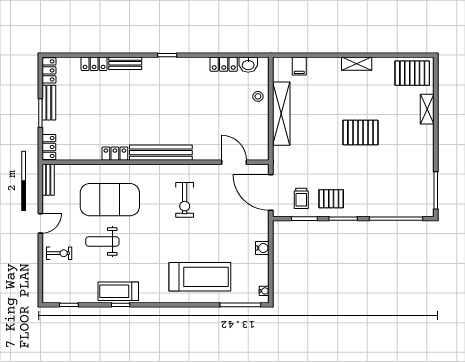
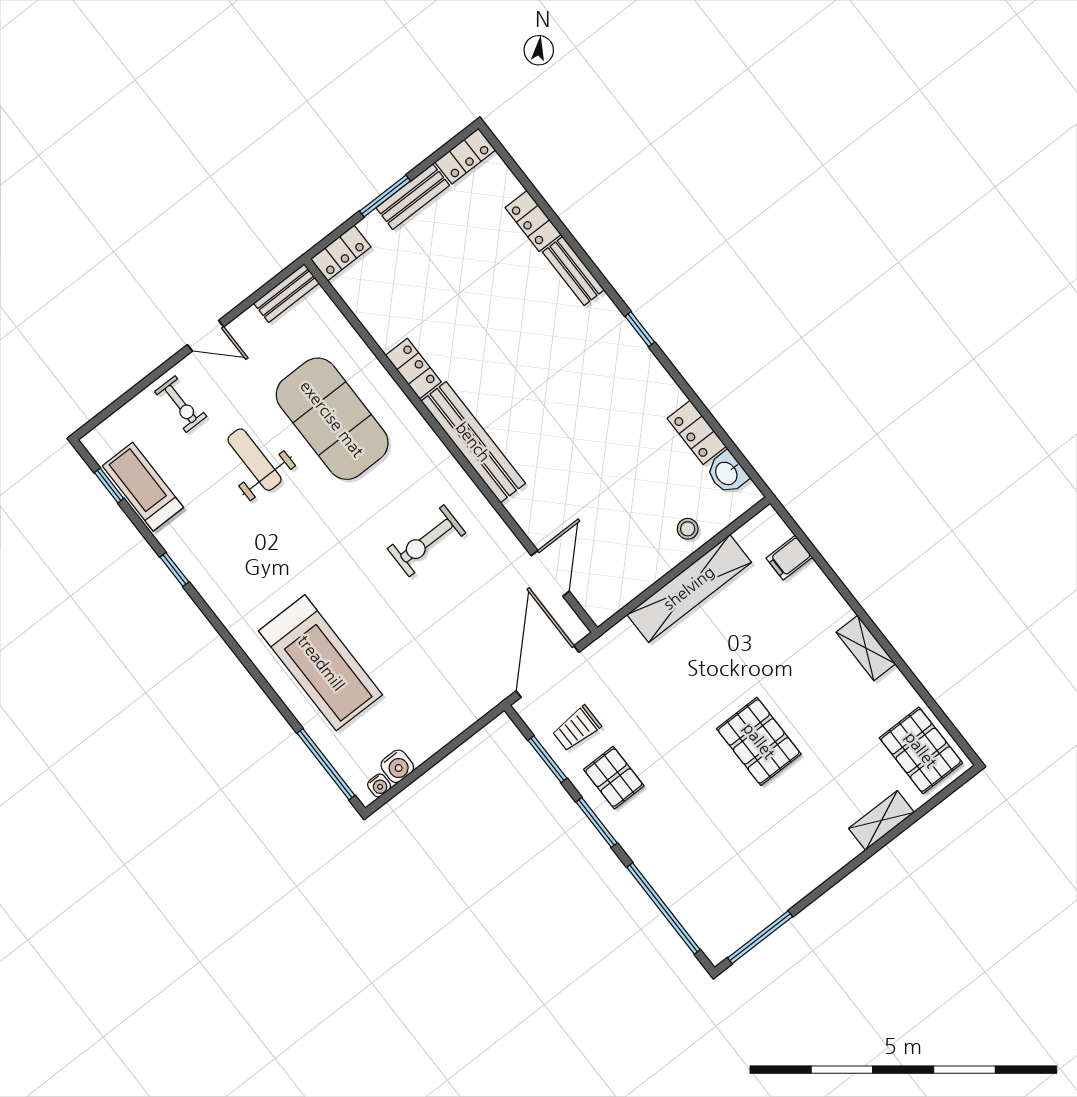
water cooler: (262, 248) -> (397, 766), moved
treadmill: (118, 291) -> (143, 487), moved

